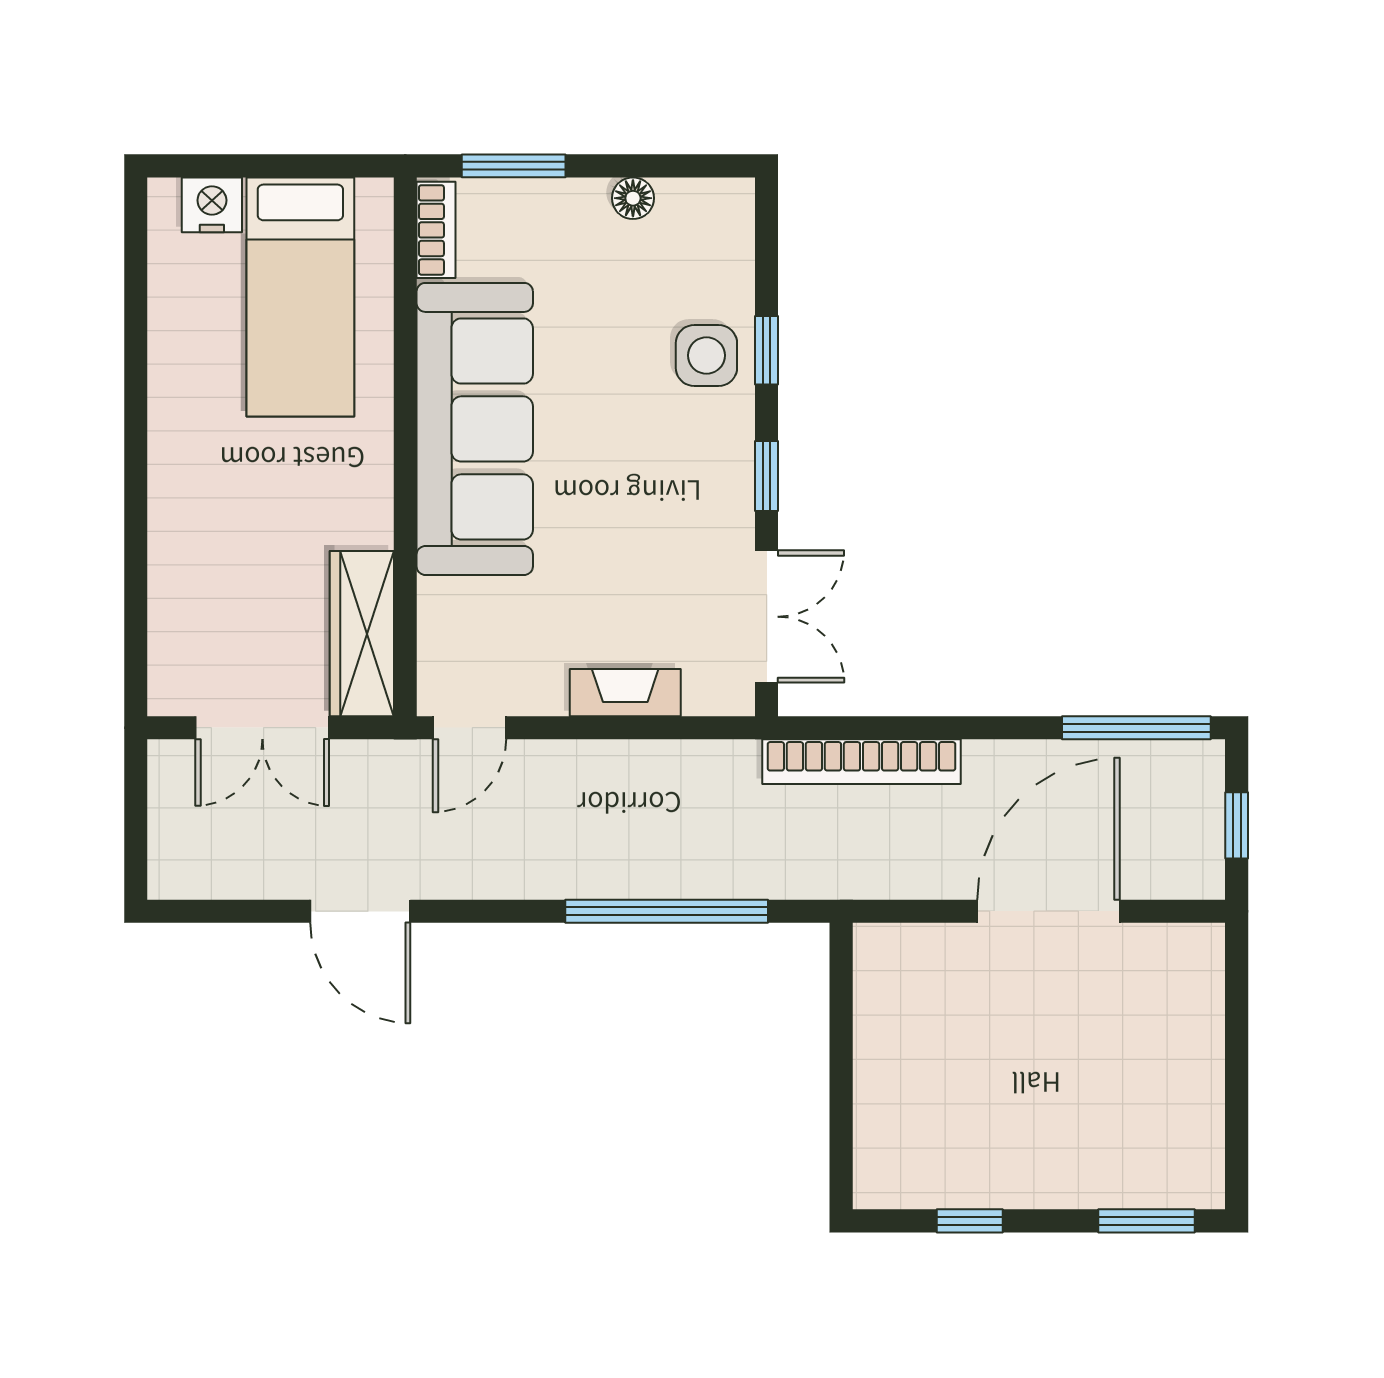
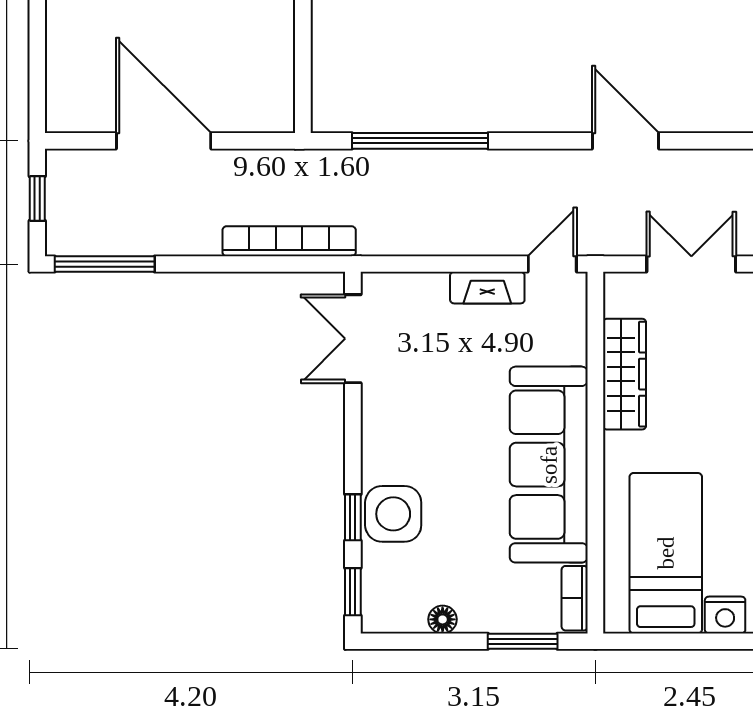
side table: (706, 355) -> (393, 514), width x1.37, depth x1.37
window: (767, 476) -> (353, 592), moved
wardrobe: (362, 634) -> (625, 374), moved
fireplace: (625, 693) -> (487, 288), moved
door: (1048, 911) -> (164, 141), swing flipped

